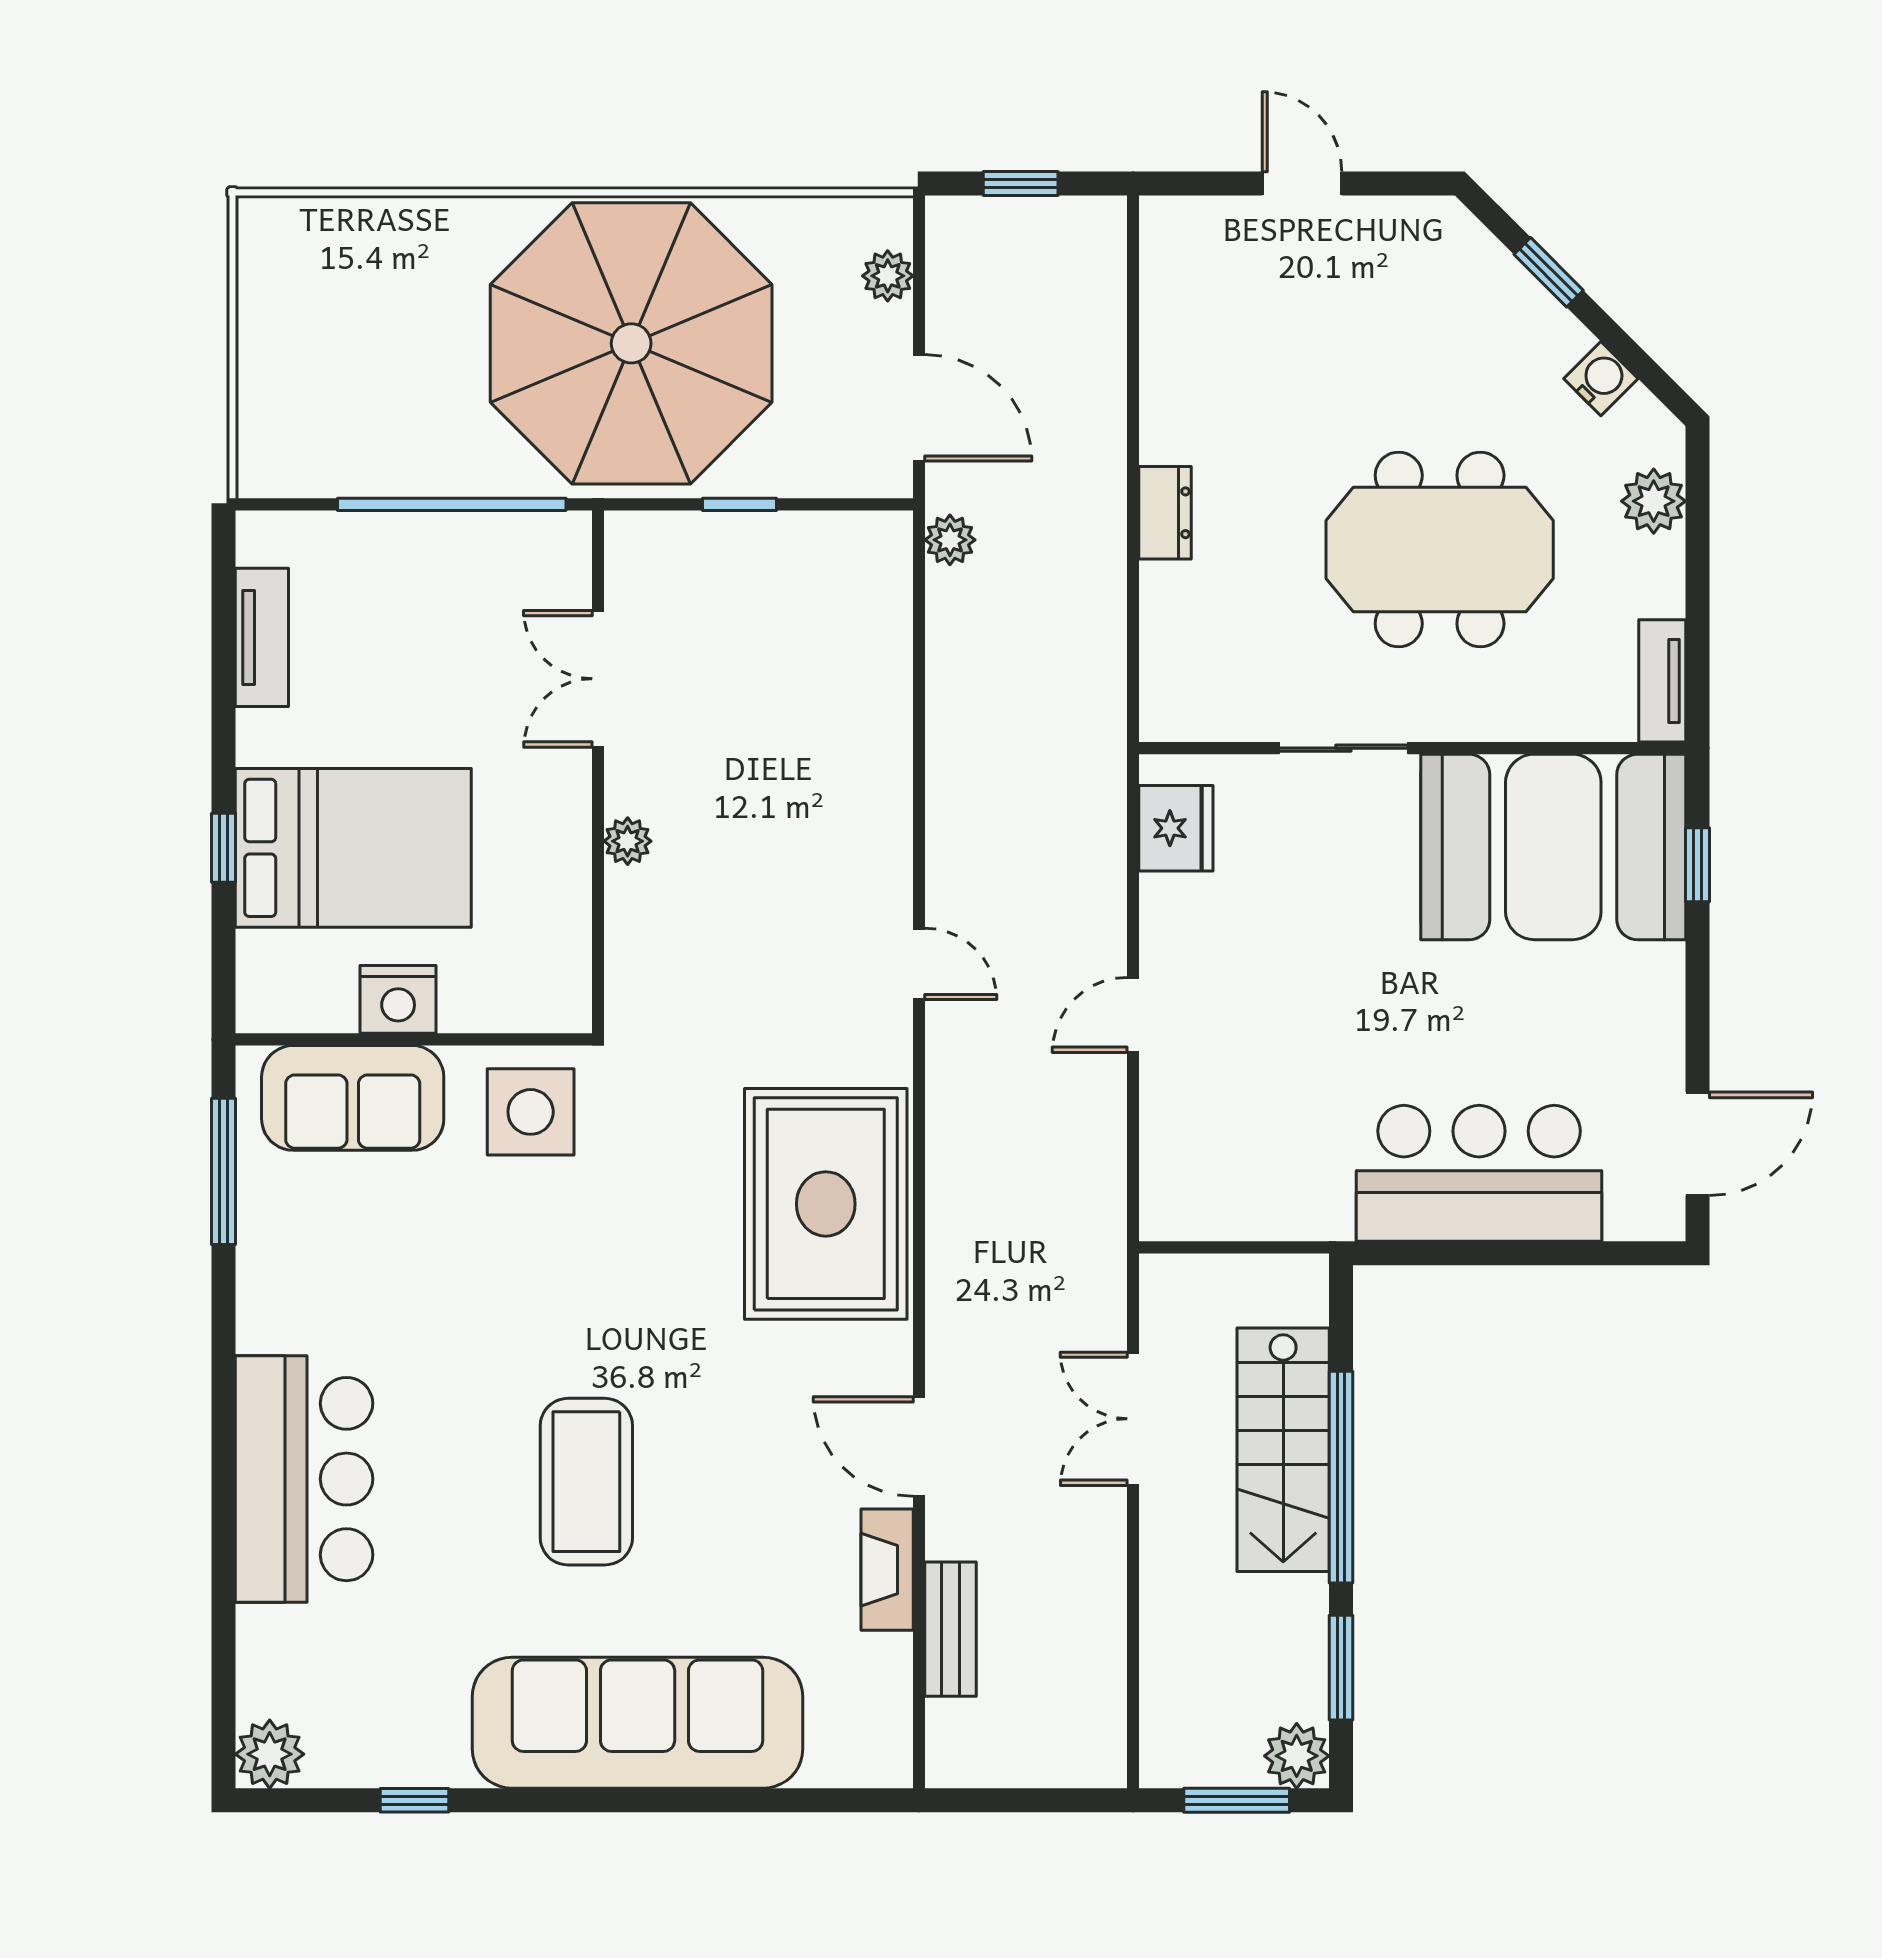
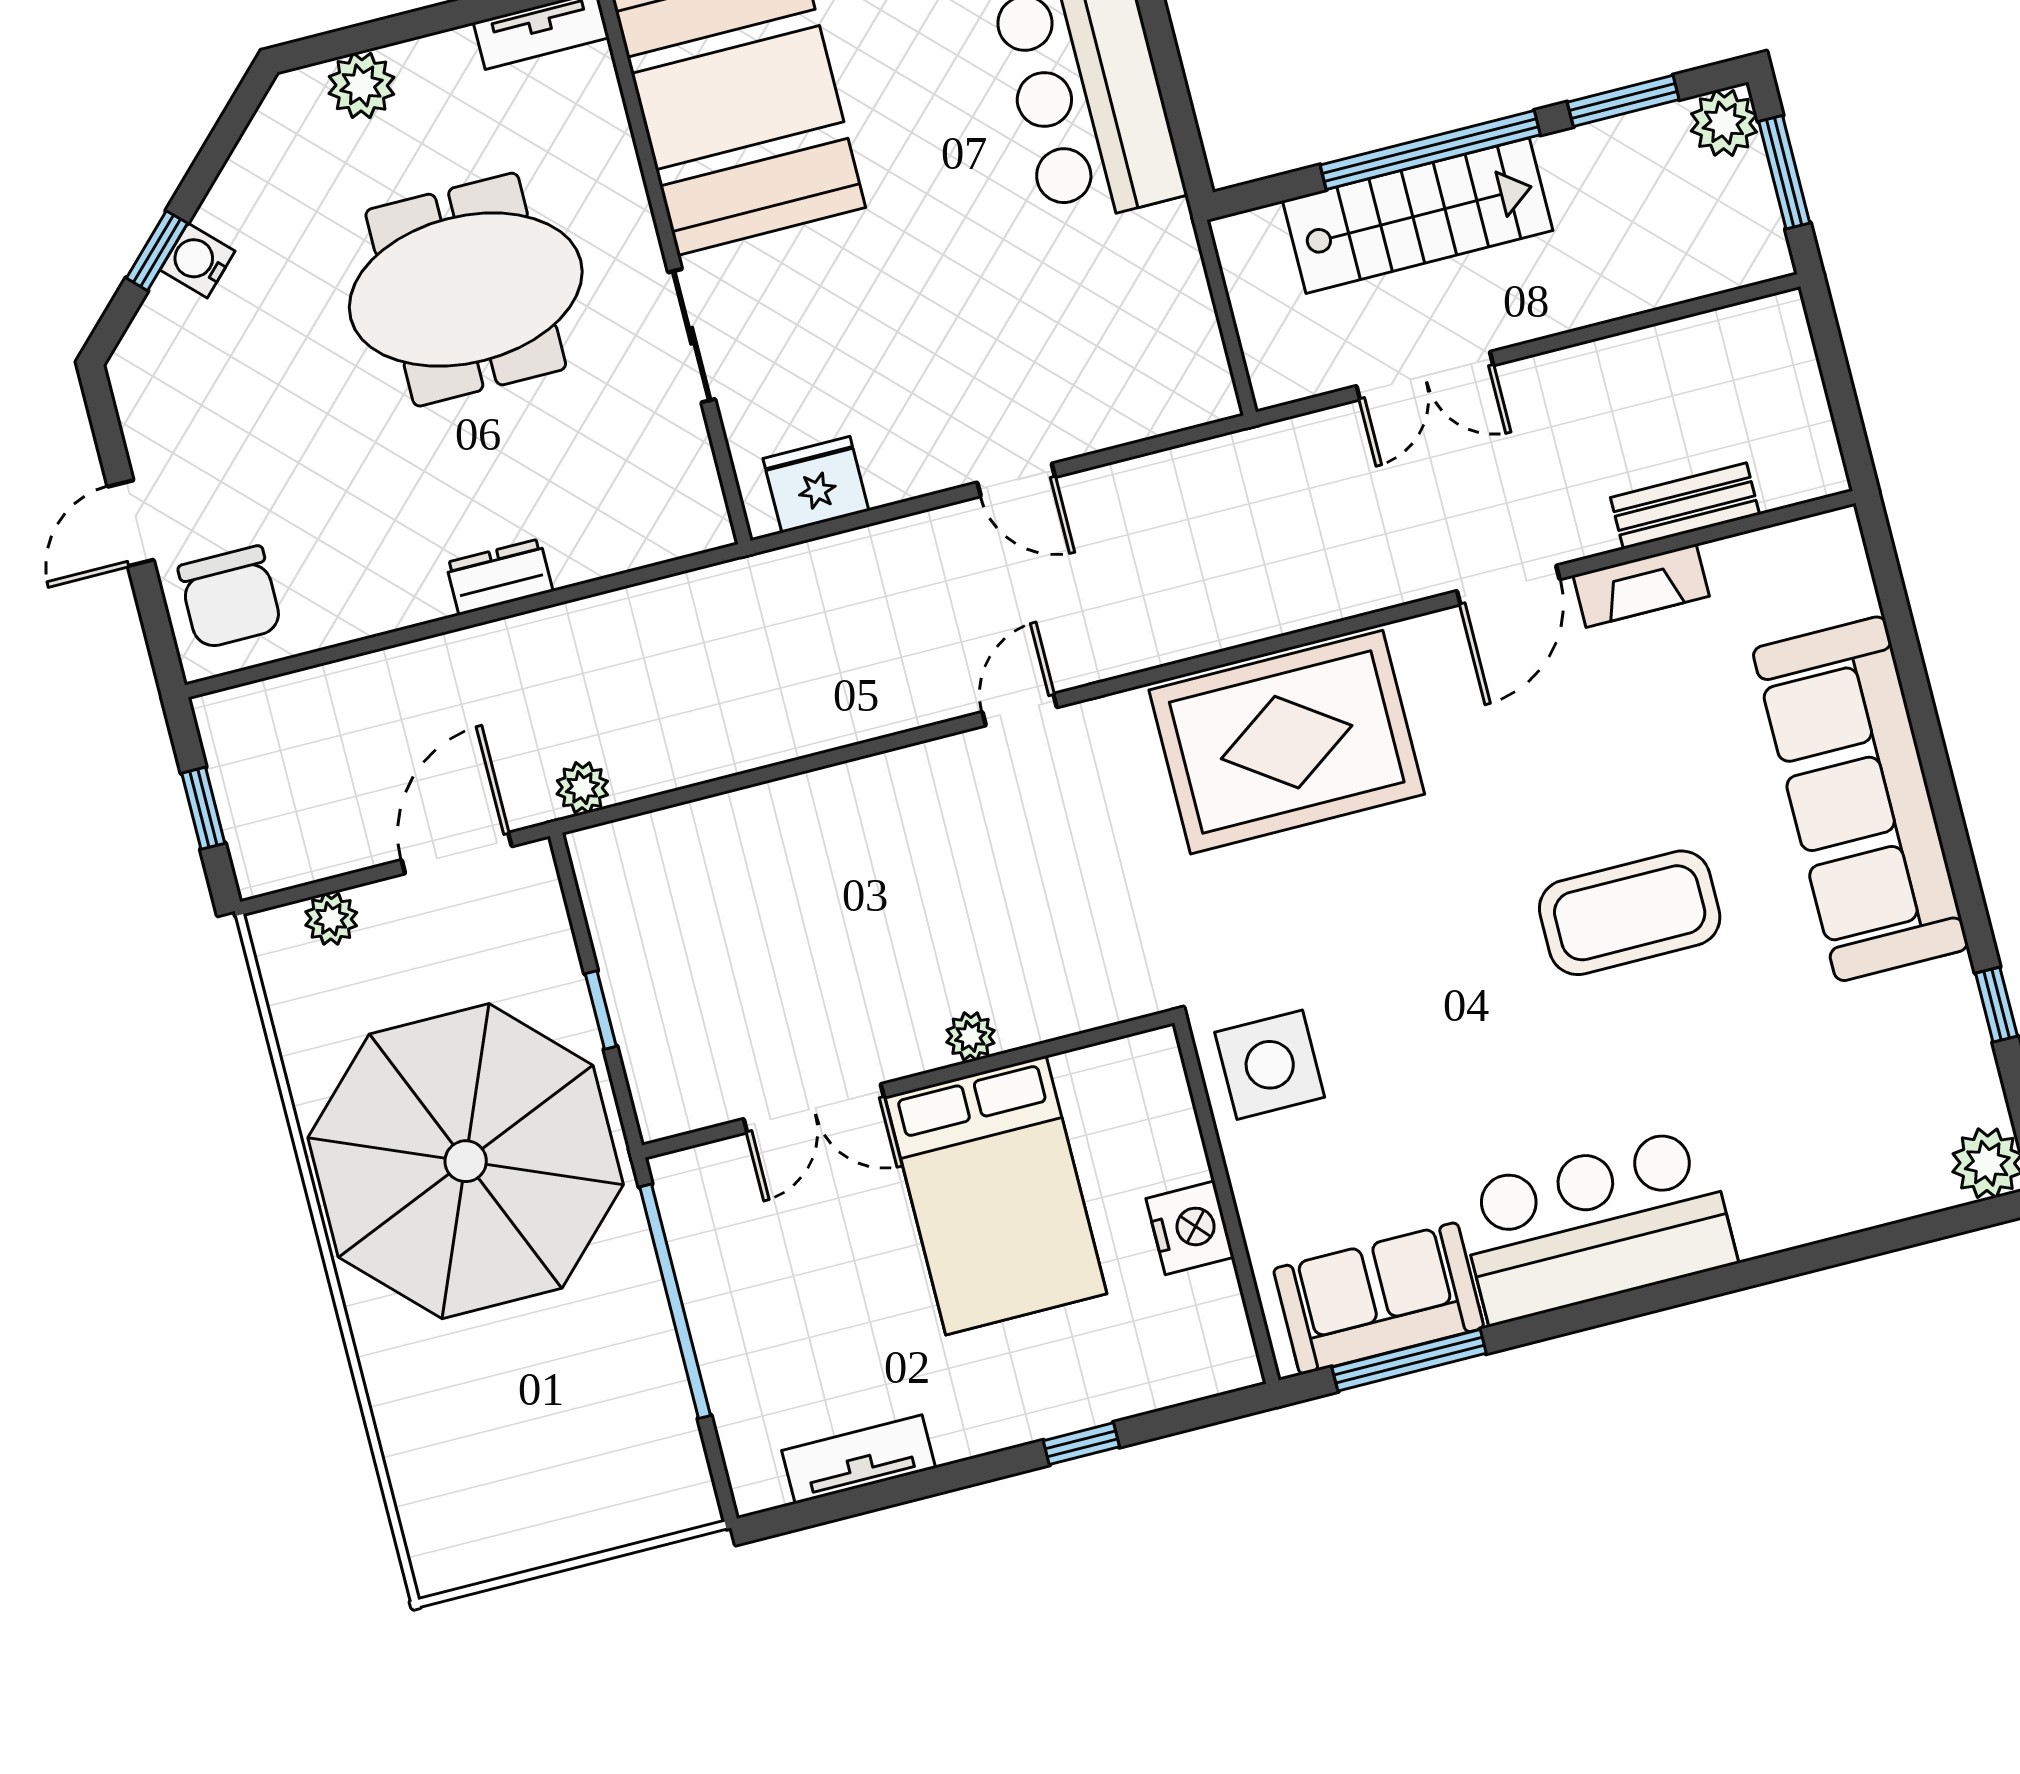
chair: (1210, 258) -> (230, 597), added
water cooler: (1601, 379) -> (198, 260), moved
meeting table: (1440, 550) -> (466, 290), turned 90
bed: (353, 848) -> (996, 1195), moved, turned 180
sofa: (353, 1098) -> (1379, 1298), moved, turned -90
bar counter: (304, 1479) -> (1596, 1226), moved

